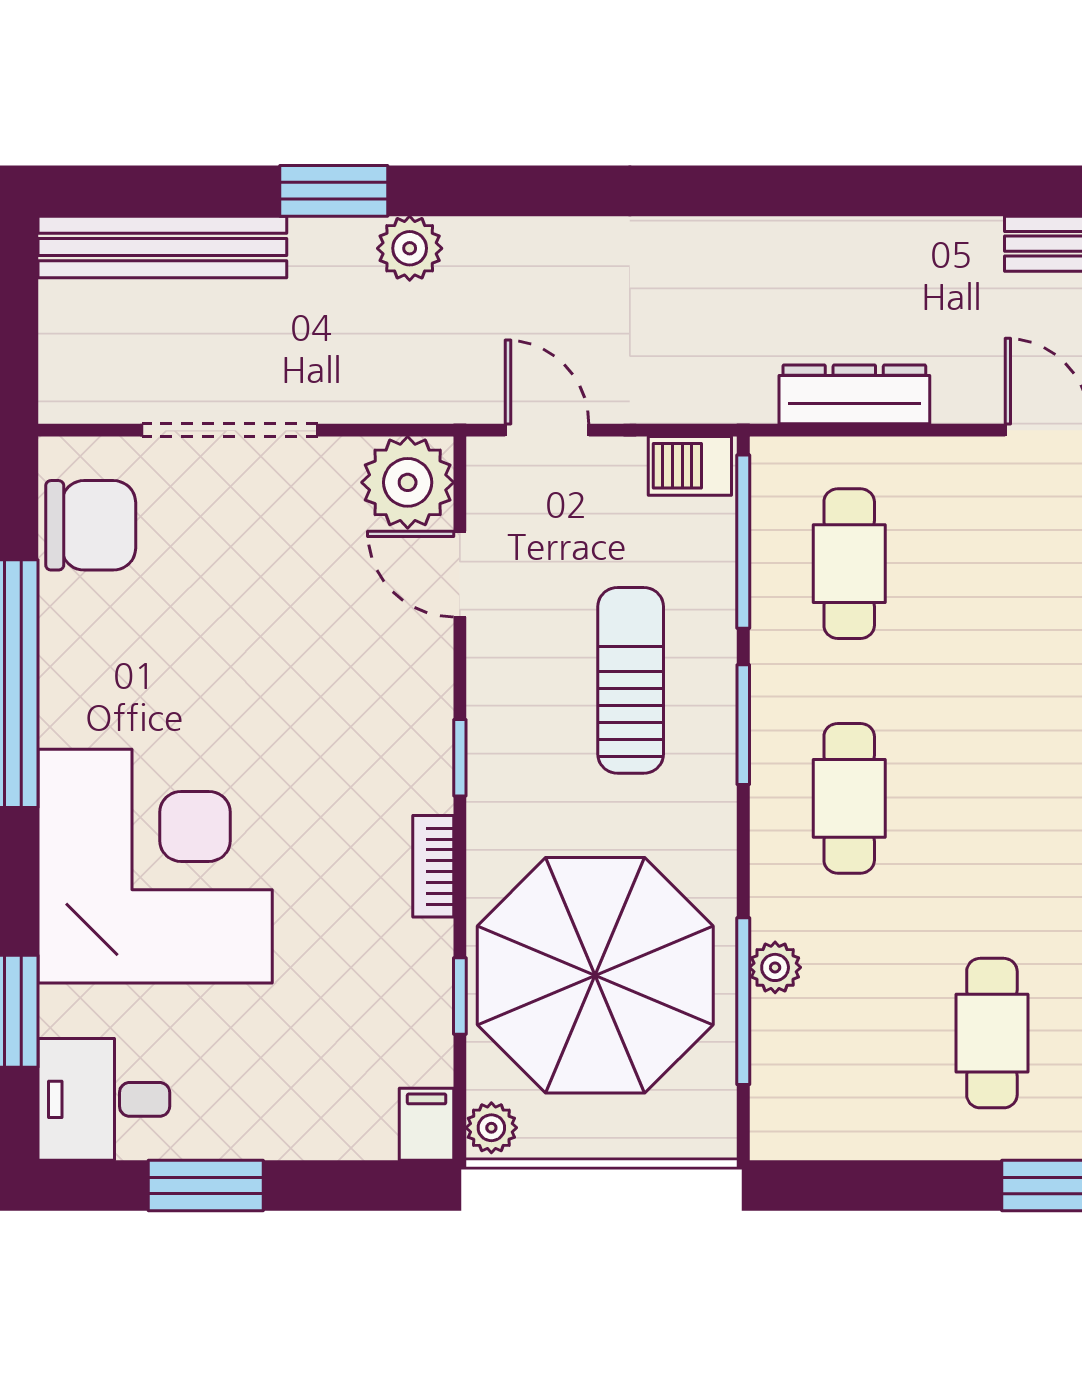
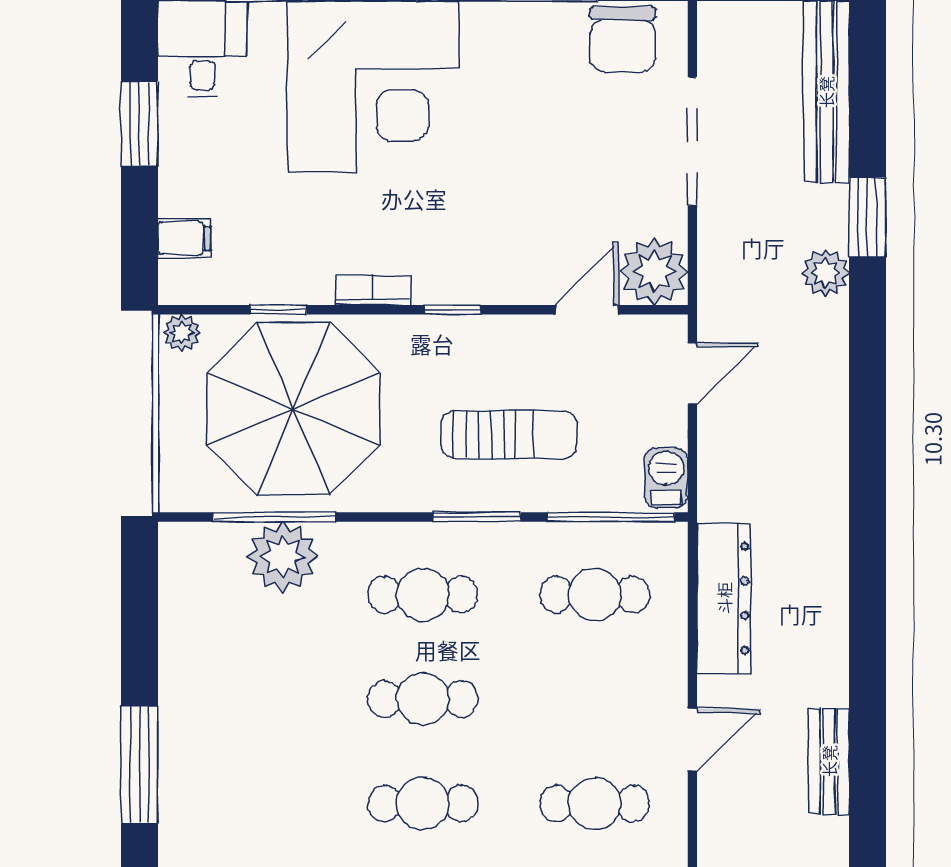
dresser: (854, 394) -> (724, 598), width x1.37, depth x1.24
plant: (775, 967) -> (283, 557), width x1.87, depth x1.87
cafe table: (992, 1033) -> (423, 699), moved
filing cabinet: (427, 1124) -> (184, 238), moved

